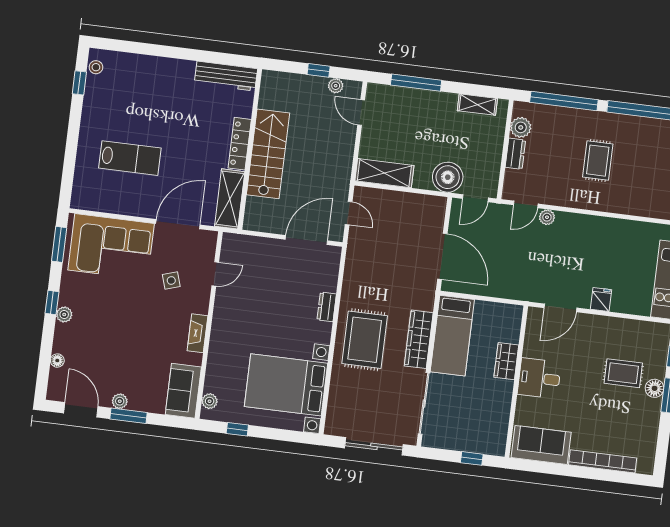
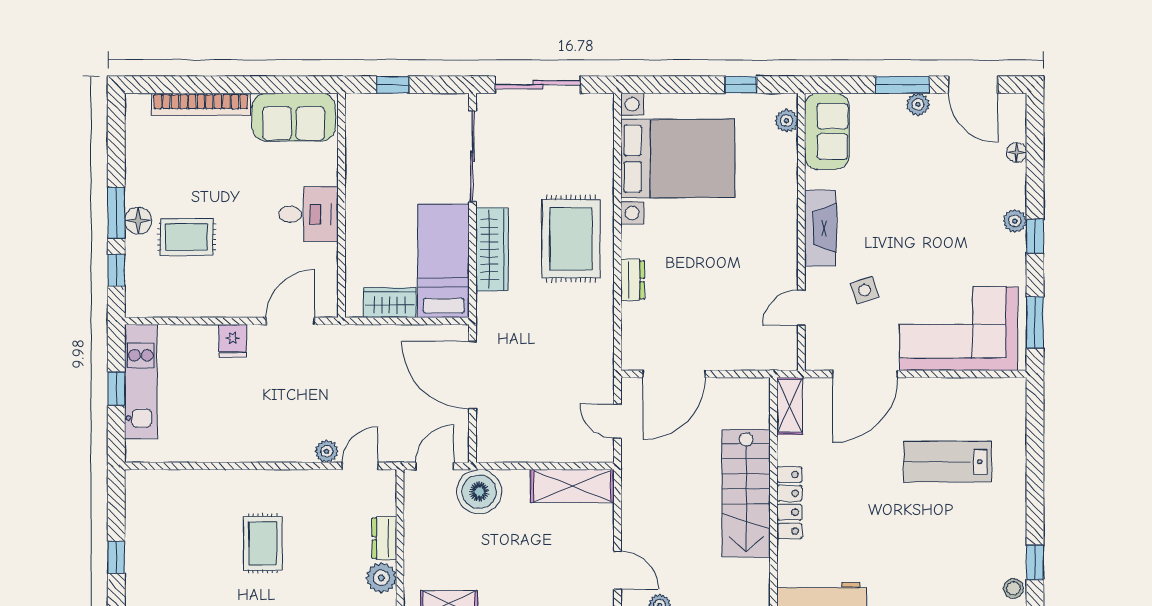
shelving: (230, 199) -> (790, 406), width x0.67, depth x0.75
fireplace: (197, 333) -> (820, 228), width x1.37, depth x1.32
wardrobe: (506, 361) -> (390, 303), moved, turned -90

